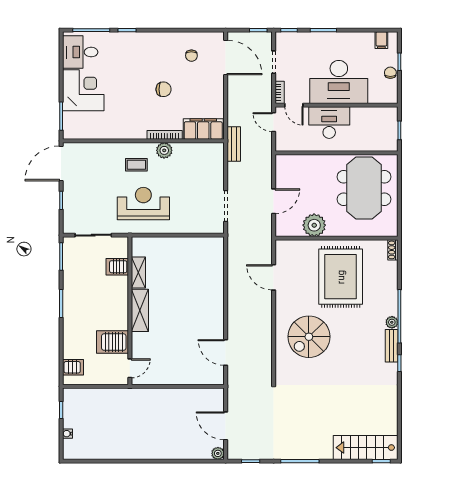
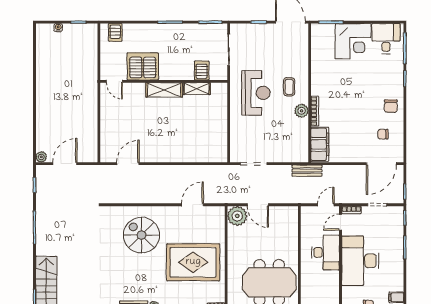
chair: (164, 89) -> (391, 106), moved
plant: (314, 225) -> (237, 216), moved
server rack: (113, 342) -> (143, 66), width x1.60

